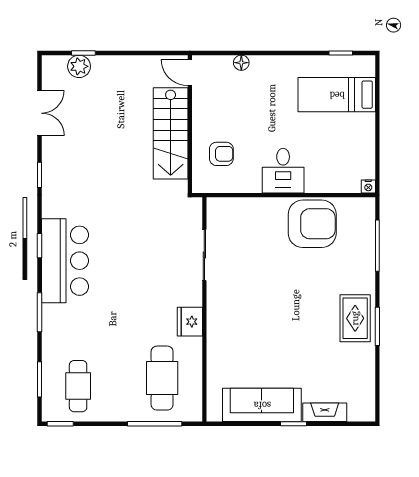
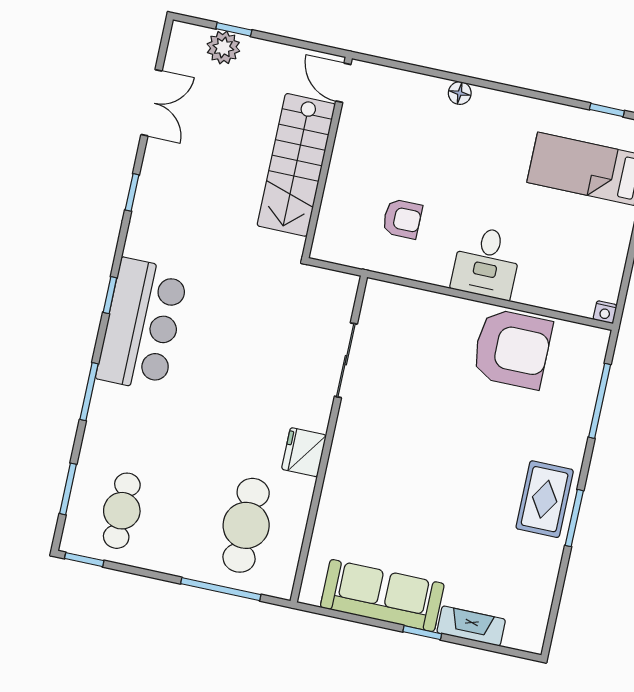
door: (190, 72) -> (343, 83), moved
wall: (190, 124) -> (327, 157), moved
stairs: (171, 133) -> (296, 165), moved

